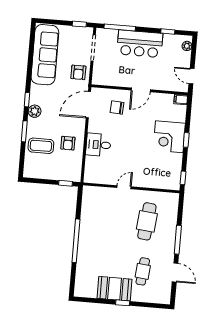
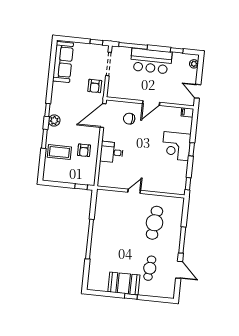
sofa: (45, 55) -> (63, 62), width x0.74, depth x0.79

